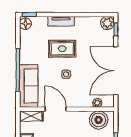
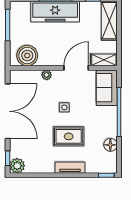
floor lamp: (25, 24) -> (110, 145), moved
sofa: (29, 86) -> (107, 88), width x0.73
plant: (97, 103) -> (47, 75), moved
door: (56, 109) -> (76, 68), swing flipped

